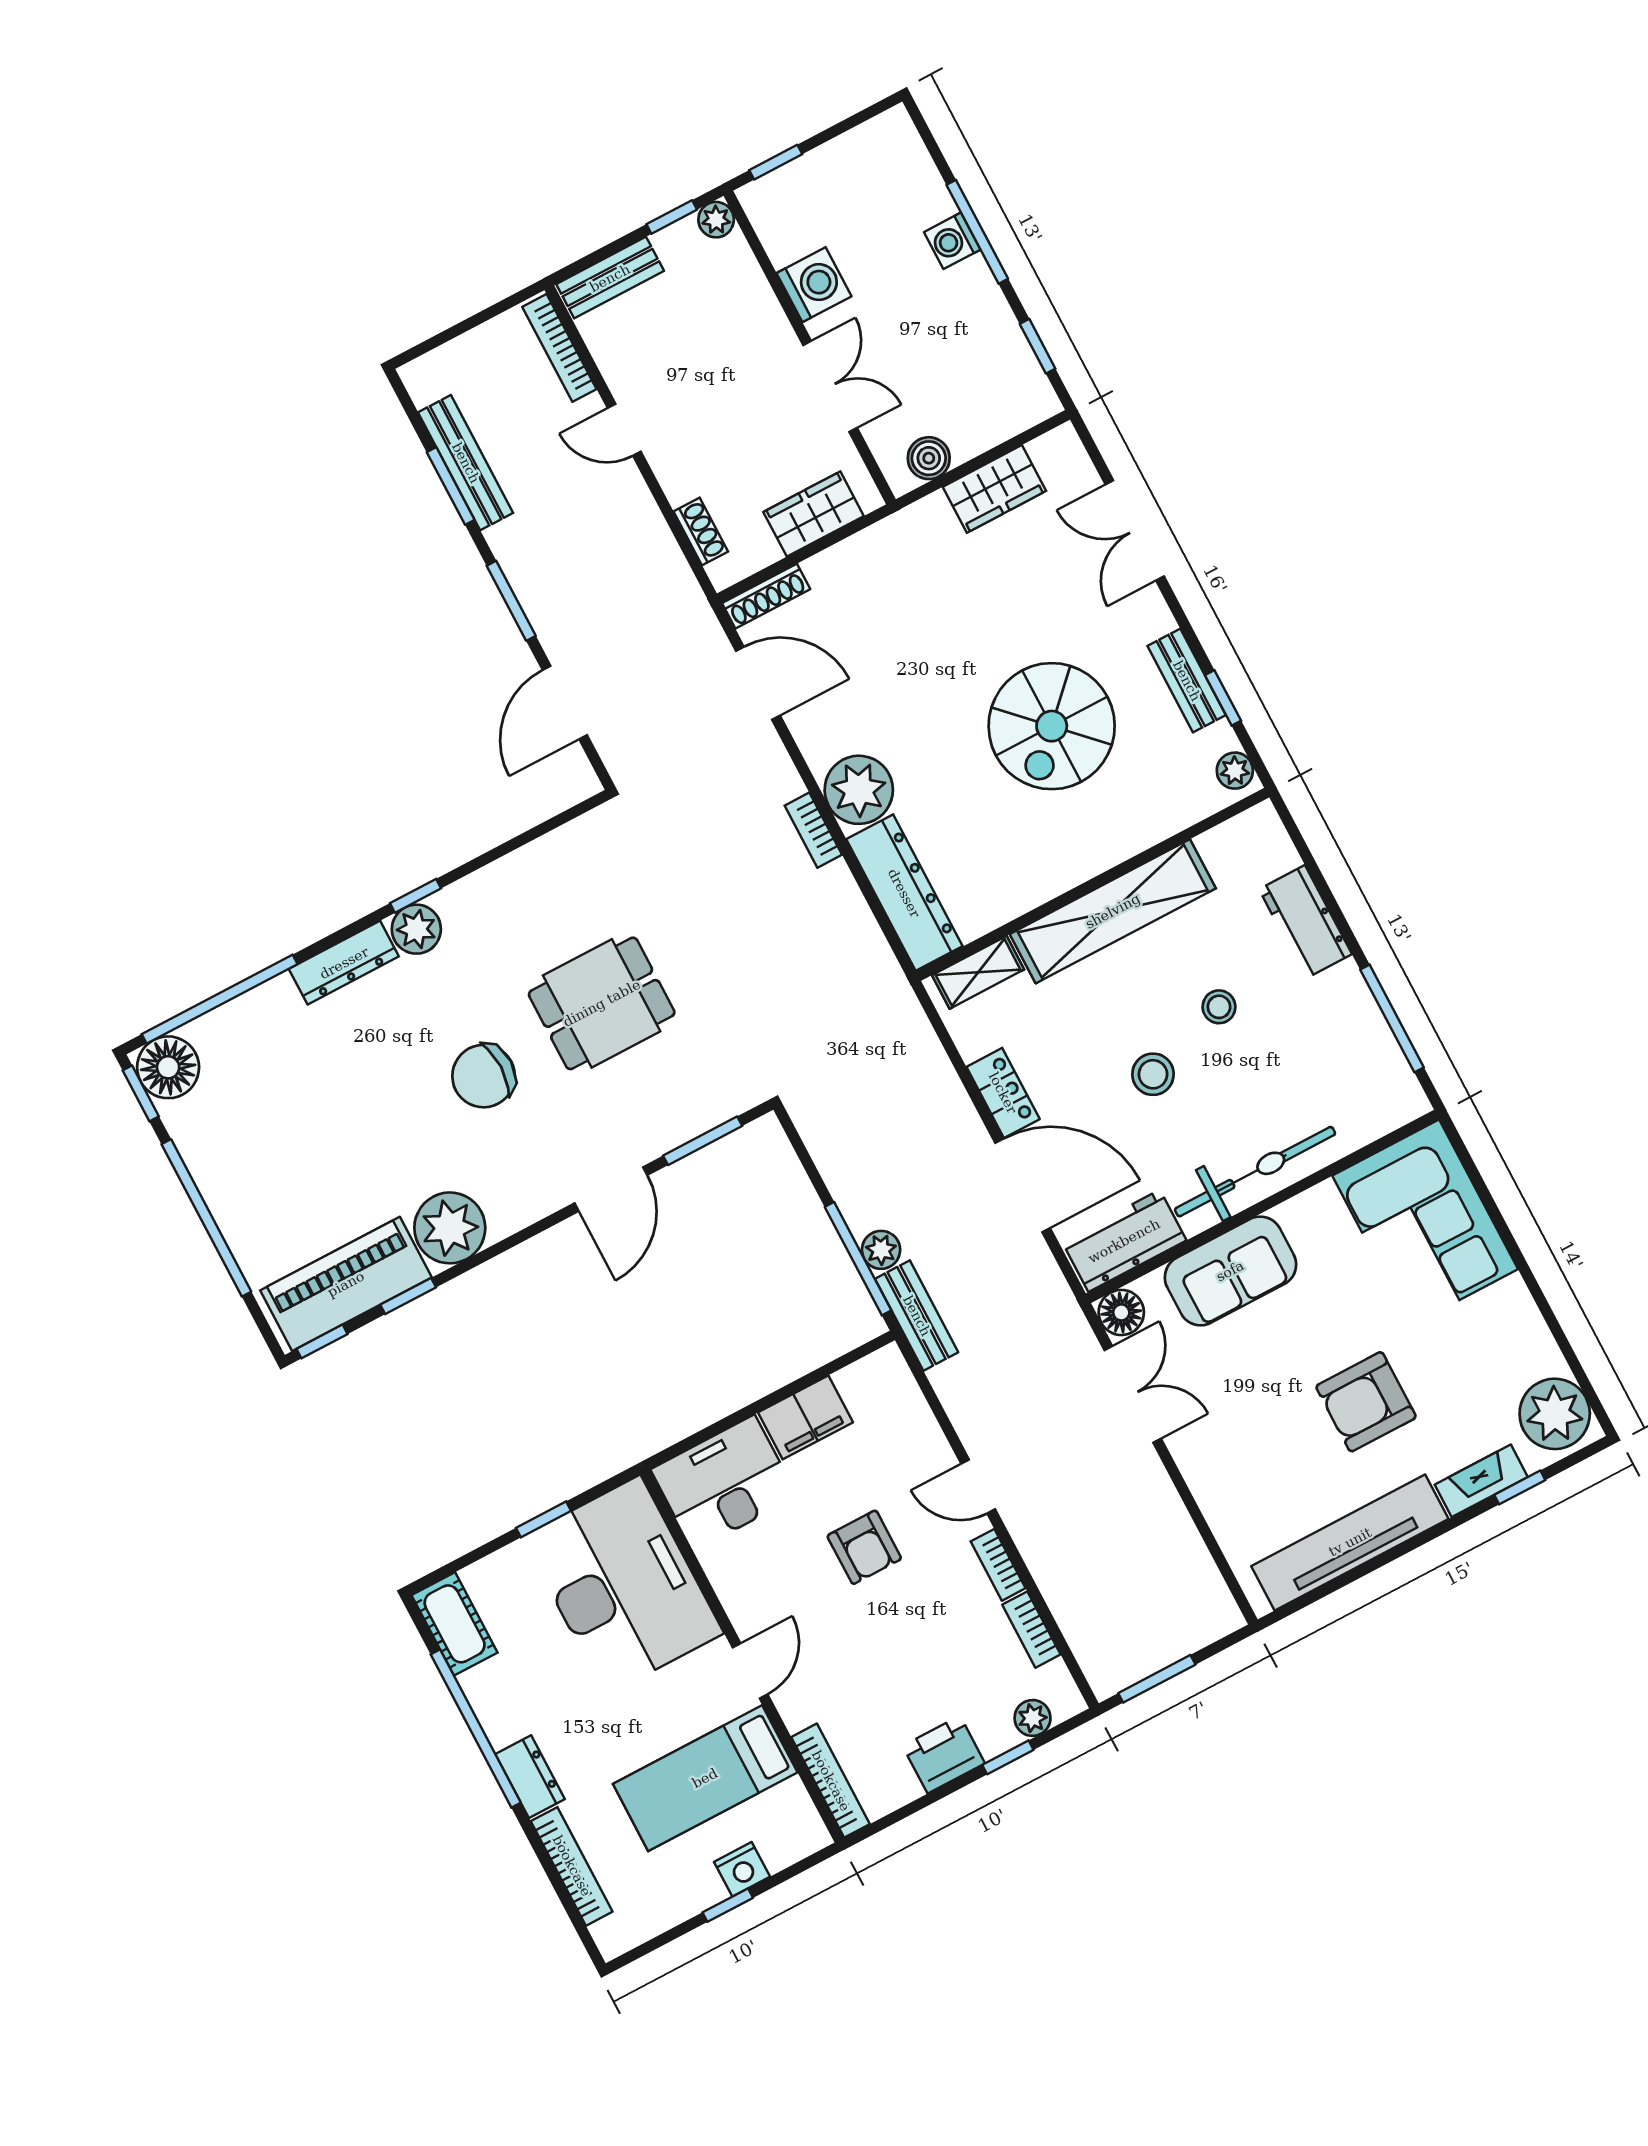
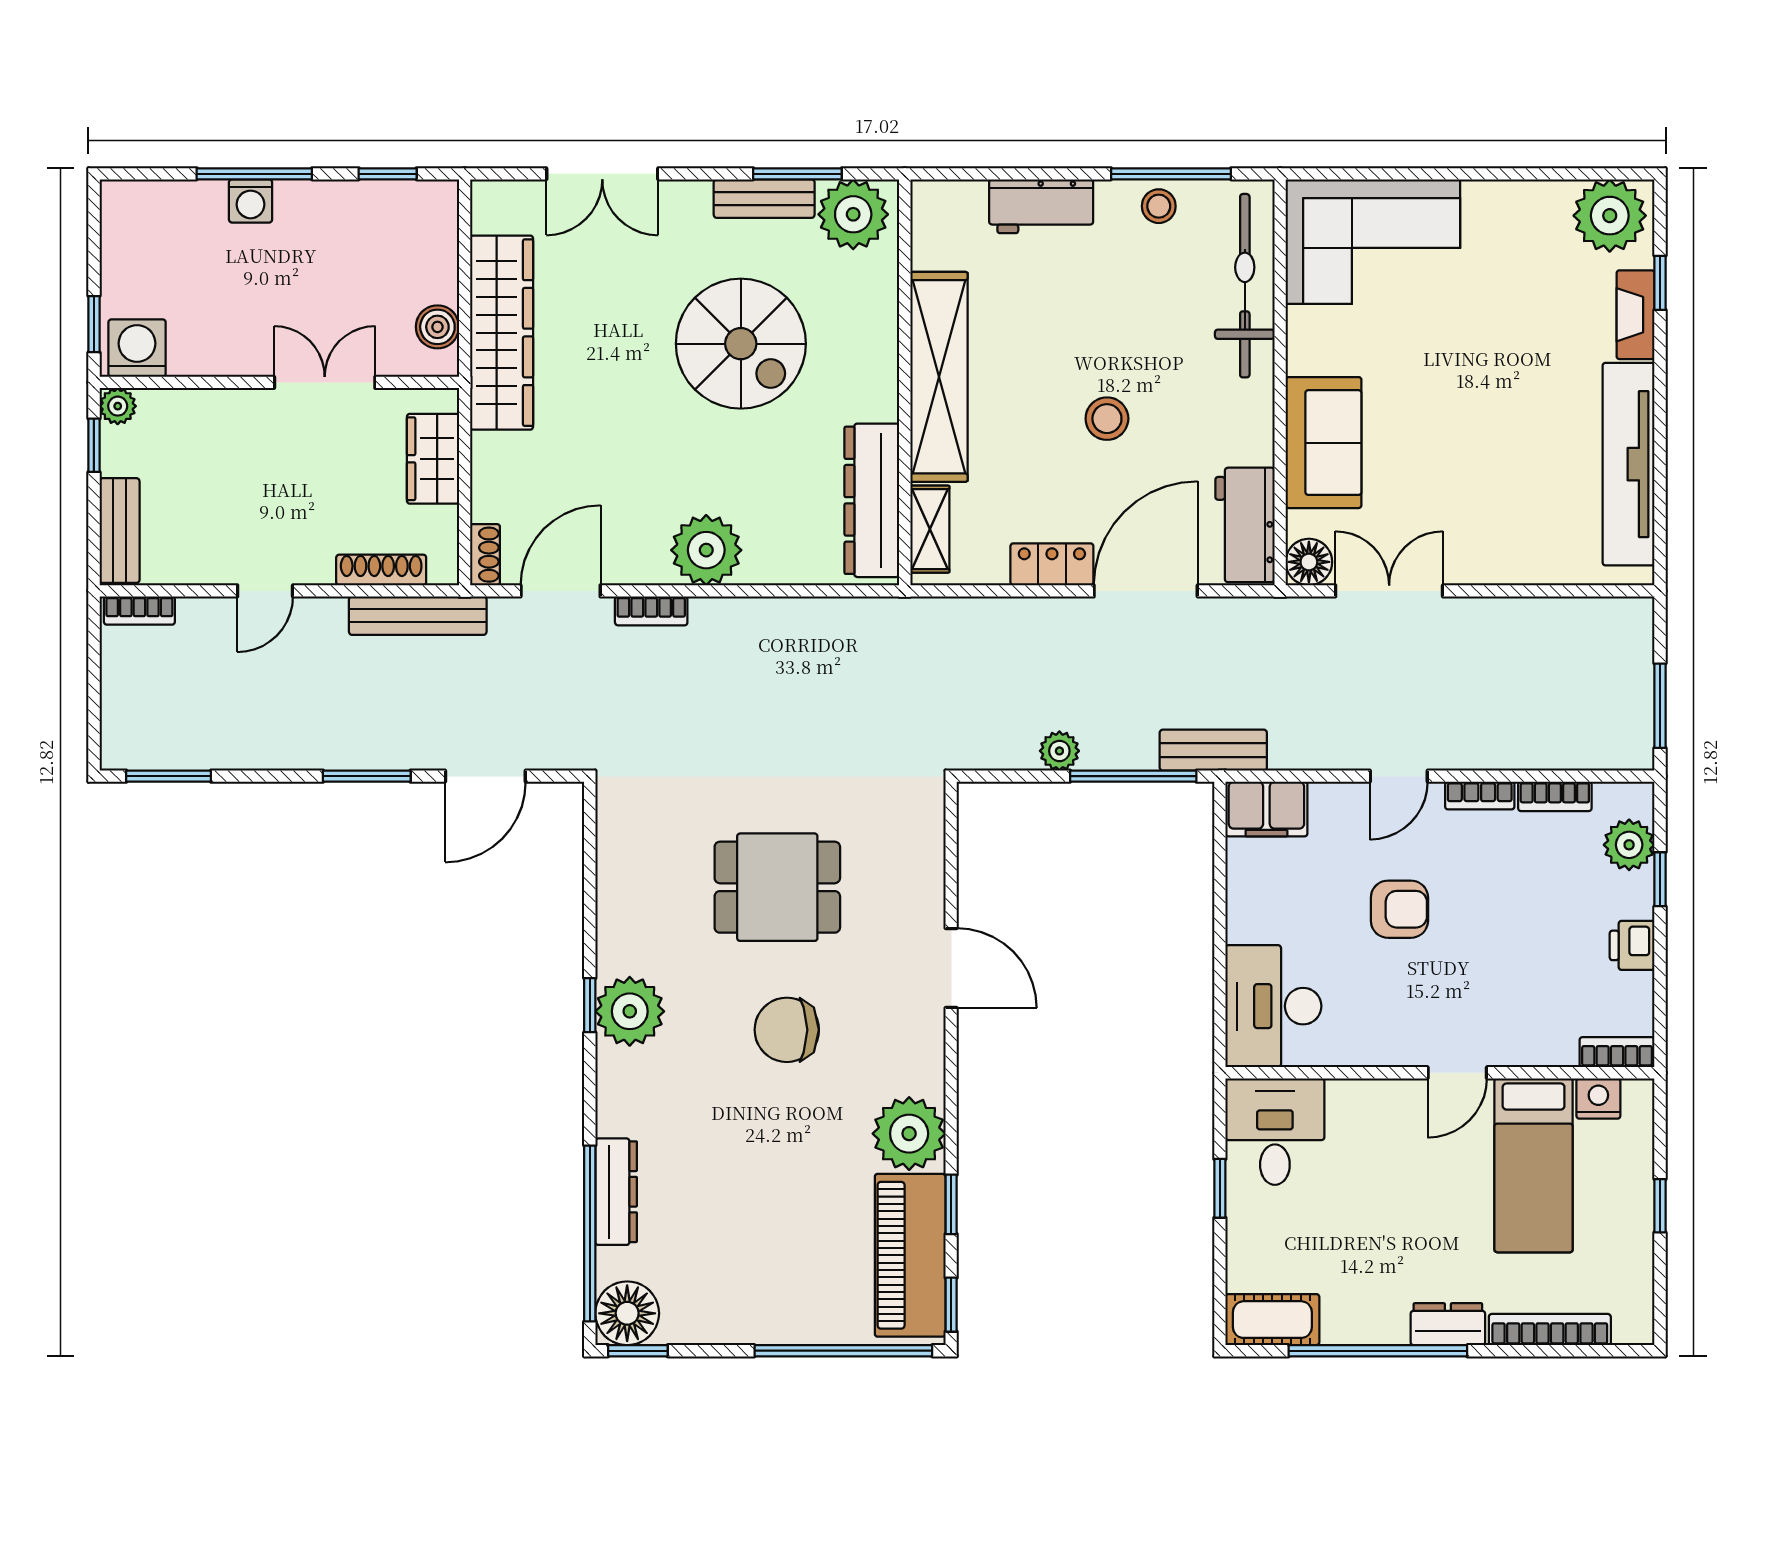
washing machine: (814, 285) -> (137, 348), moved
bookcase: (559, 348) -> (139, 611), width x0.64
bench: (466, 463) -> (418, 616), moved
window: (451, 486) -> (169, 776), moved
wardrobe: (994, 489) -> (502, 333), width x2.10, depth x1.17
shoe rack: (701, 531) -> (381, 570), width x1.43
shoe rack: (766, 596) -> (485, 555), width x0.70
window: (1223, 698) -> (797, 174), width x1.50
door: (565, 703) -> (485, 776), hinge flipped
plant: (1235, 771) -> (853, 214), width x1.88, depth x1.88
bookcase: (813, 830) -> (651, 611), moved
dresser: (904, 893) -> (872, 500), moved, turned -90
plant: (416, 929) -> (630, 1011), width x1.36, depth x1.36
dresser: (344, 963) -> (616, 1192), moved
dining table: (602, 1003) -> (777, 887), turned 90
stool: (1219, 1007) -> (1159, 206), moved
chair: (484, 1076) -> (787, 1030), turned 90
window: (703, 1141) -> (951, 861), removed
bicycle: (1255, 1172) -> (1245, 286), moved
window: (206, 1218) -> (843, 1351), moved
plant: (881, 1250) -> (1059, 751), moved
armchair: (1366, 1402) -> (1508, 382), removed
filing cabinet: (805, 1417) -> (1266, 809), moved, turned 90
desk: (623, 1585) -> (1275, 1132), width x0.53, depth x0.77
door: (750, 1671) -> (1457, 1073), swing flipped
plant: (1033, 1718) -> (1629, 845), width x1.38, depth x1.38
printer: (944, 1755) -> (1632, 945), width x0.73, depth x0.81
bookcase: (831, 1781) -> (1617, 1052), width x0.64
nightstand: (742, 1869) -> (1598, 1098), moved, turned -90

